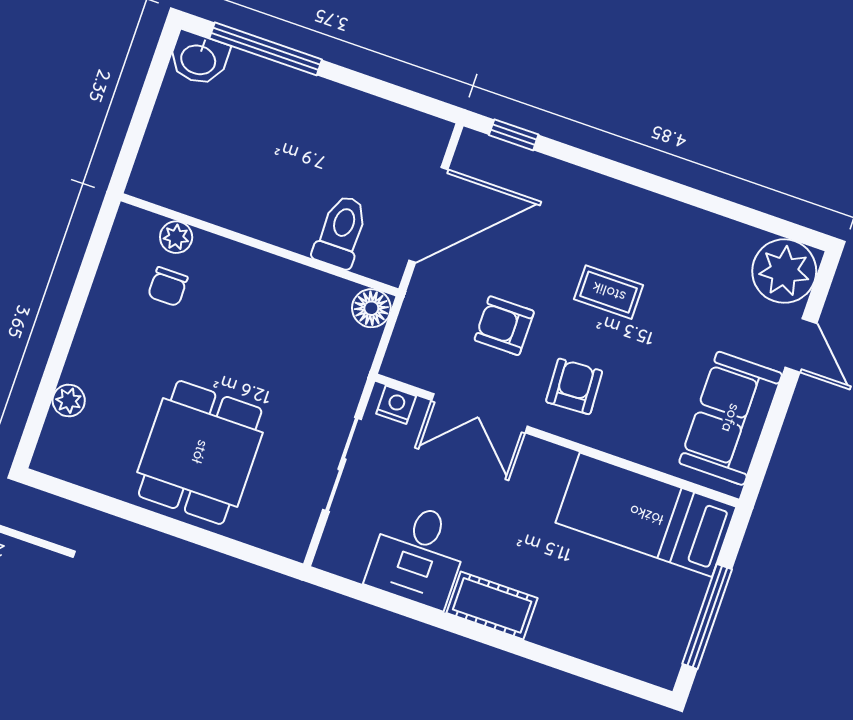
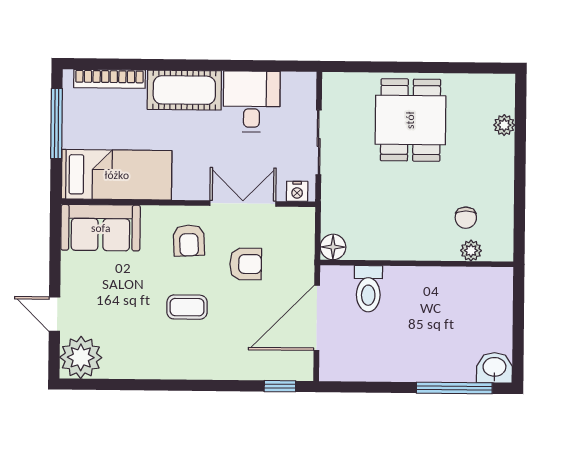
chair: (168, 287) -> (466, 218), turned 180
sofa: (731, 418) -> (101, 228), moved, turned 90
cot: (492, 605) -> (184, 90), width x1.37, depth x1.34
bookcase: (610, 655) -> (109, 79), added

